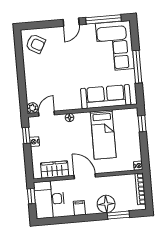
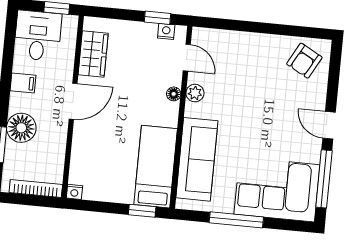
plant: (32, 108) -> (195, 93), moved
bed: (103, 135) -> (156, 167), moved, turned 90
nightstand: (34, 142) -> (166, 31), moved
desk: (49, 199) -> (38, 36), width x0.73

